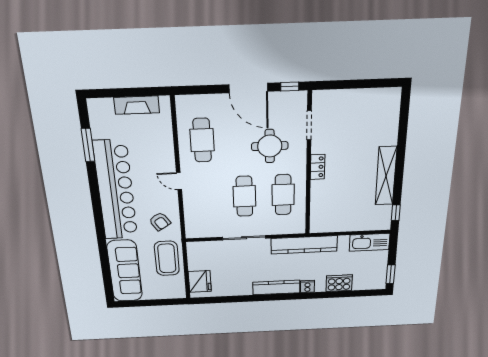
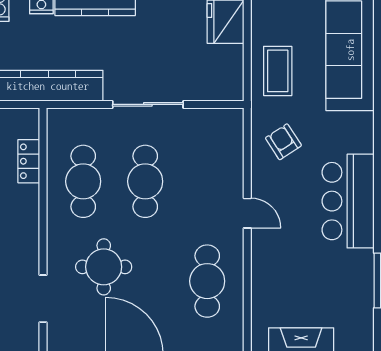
locker: (318, 167) -> (29, 161), moved
bar counter: (116, 191) -> (348, 201), width x0.54
coffee table: (167, 258) -> (278, 71), width x0.73, depth x0.76

